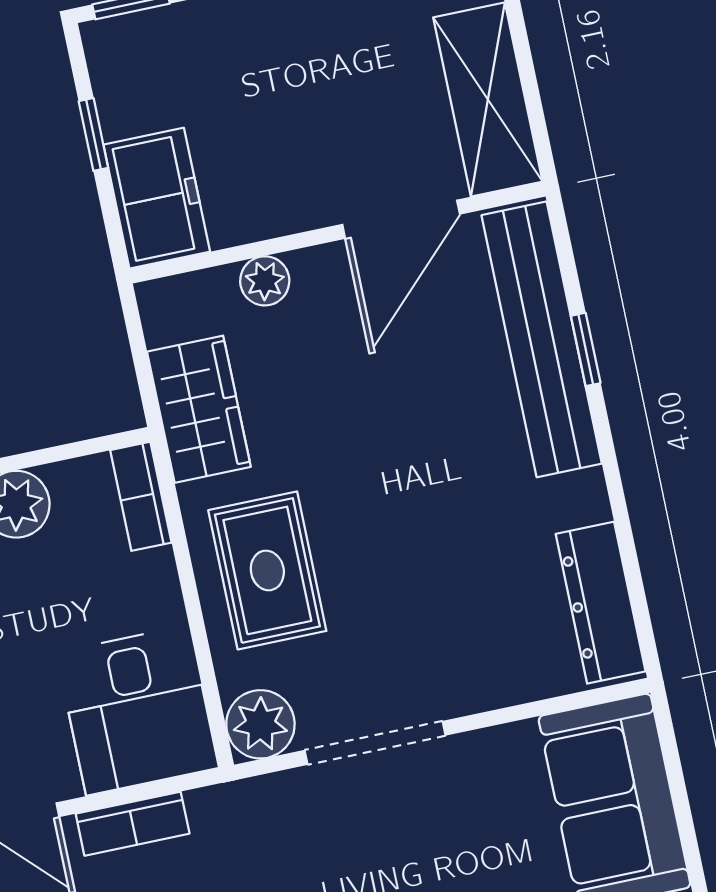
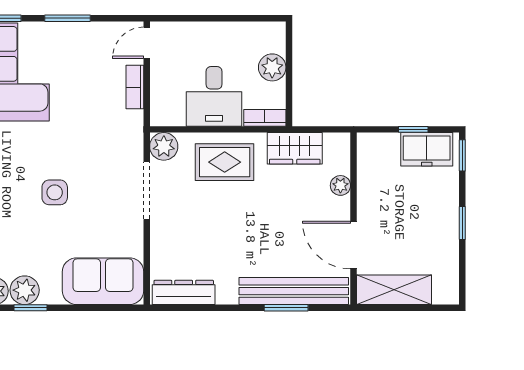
freezer: (157, 198) -> (427, 149), moved
window: (586, 349) -> (286, 308), width x1.50
desk: (138, 710) -> (214, 96), moved, turned -90

